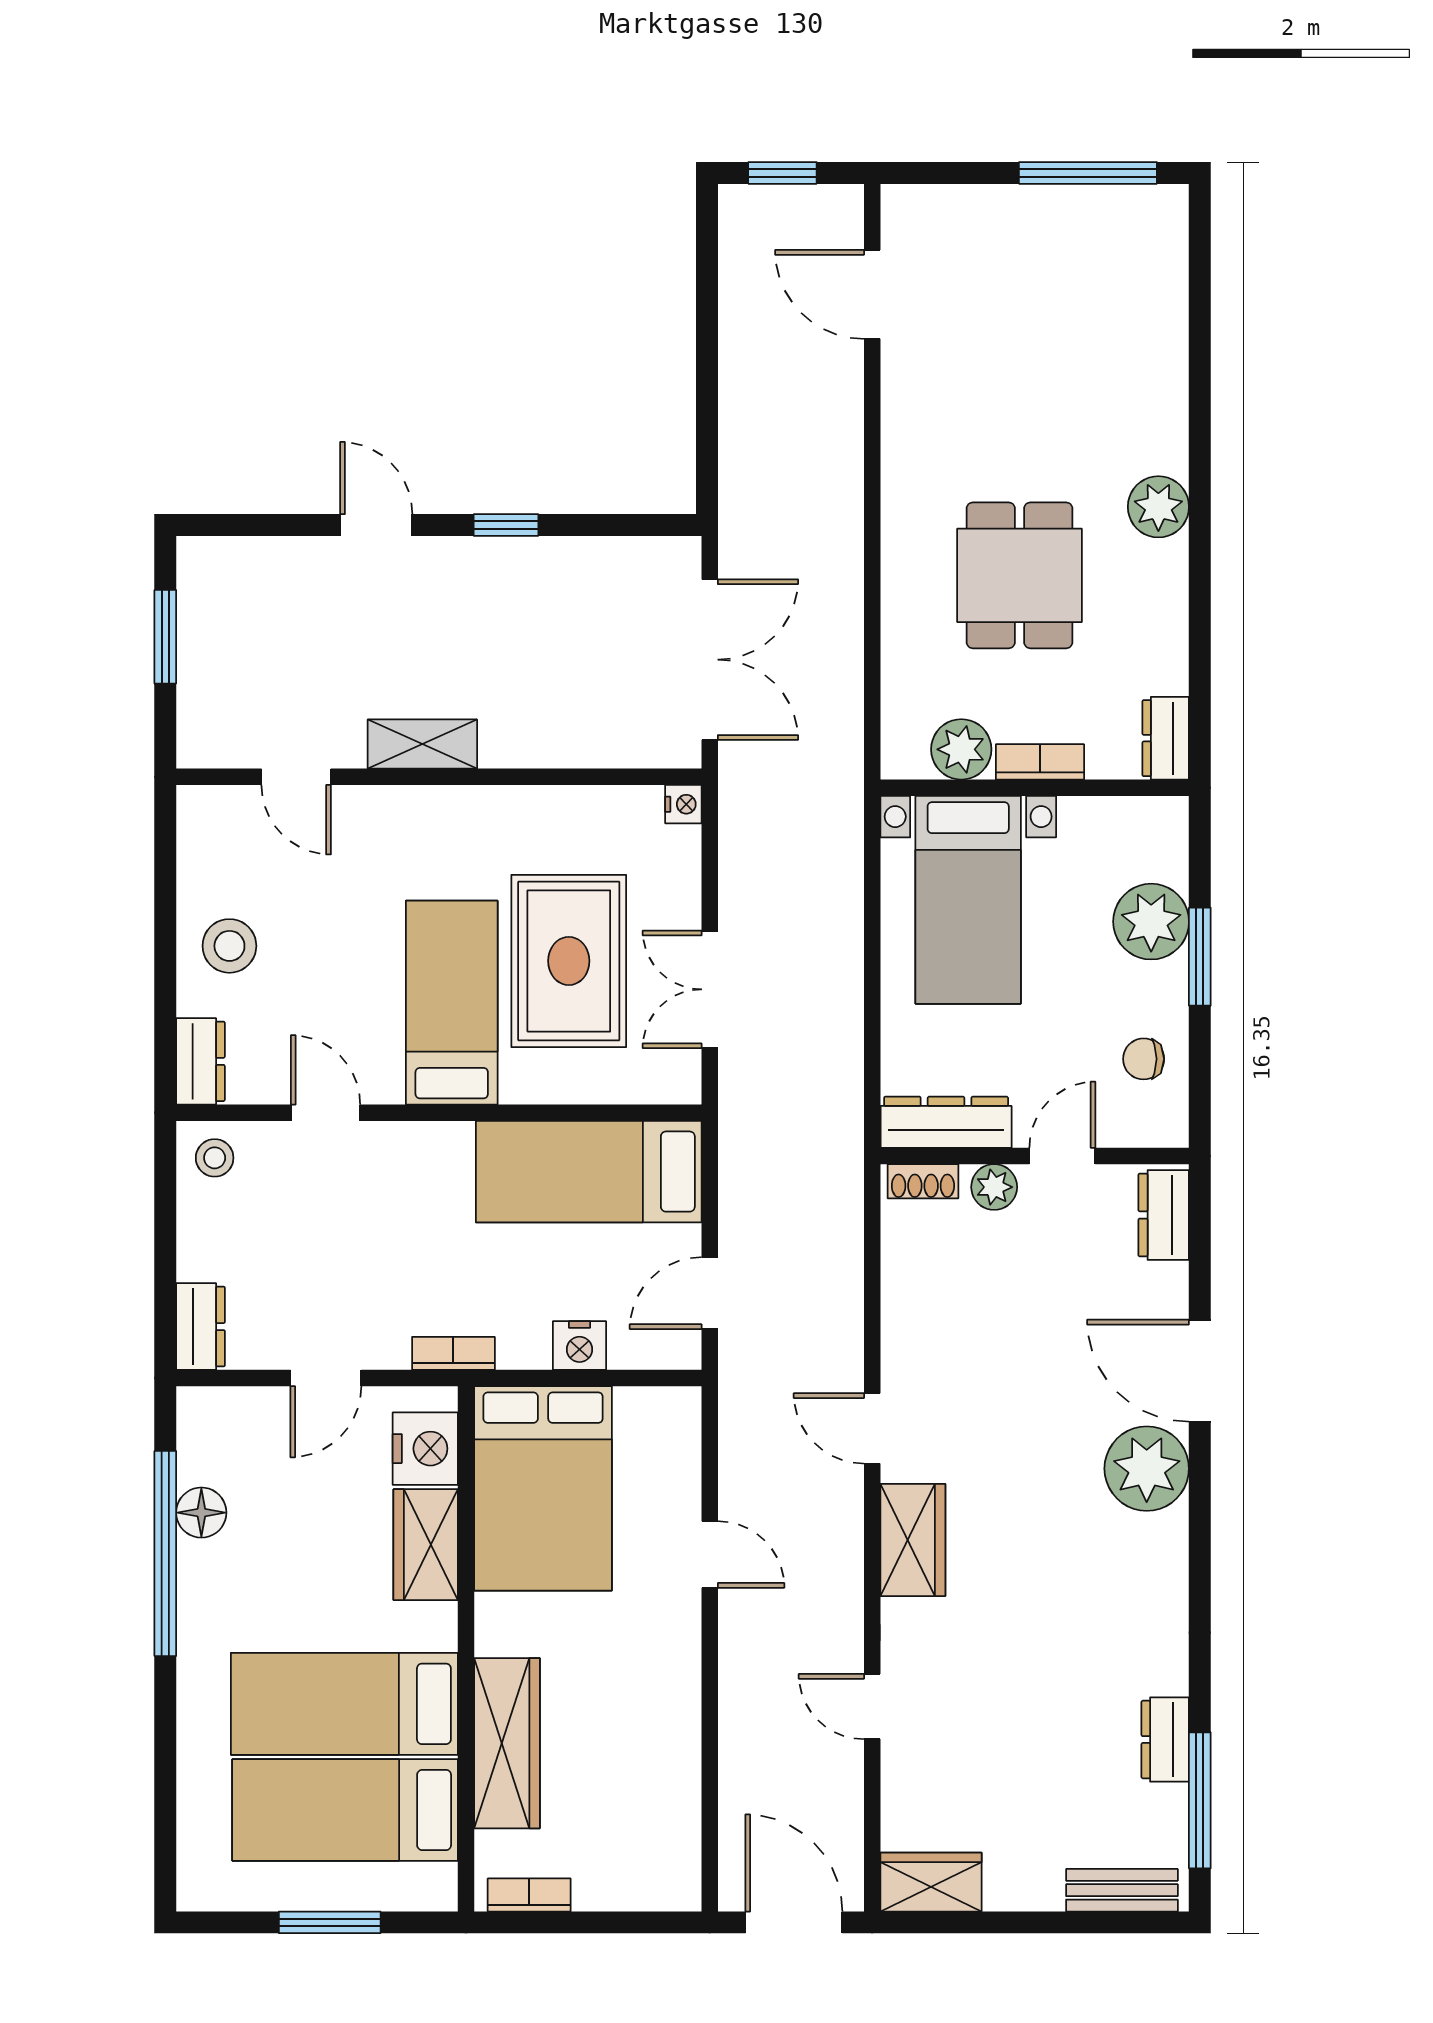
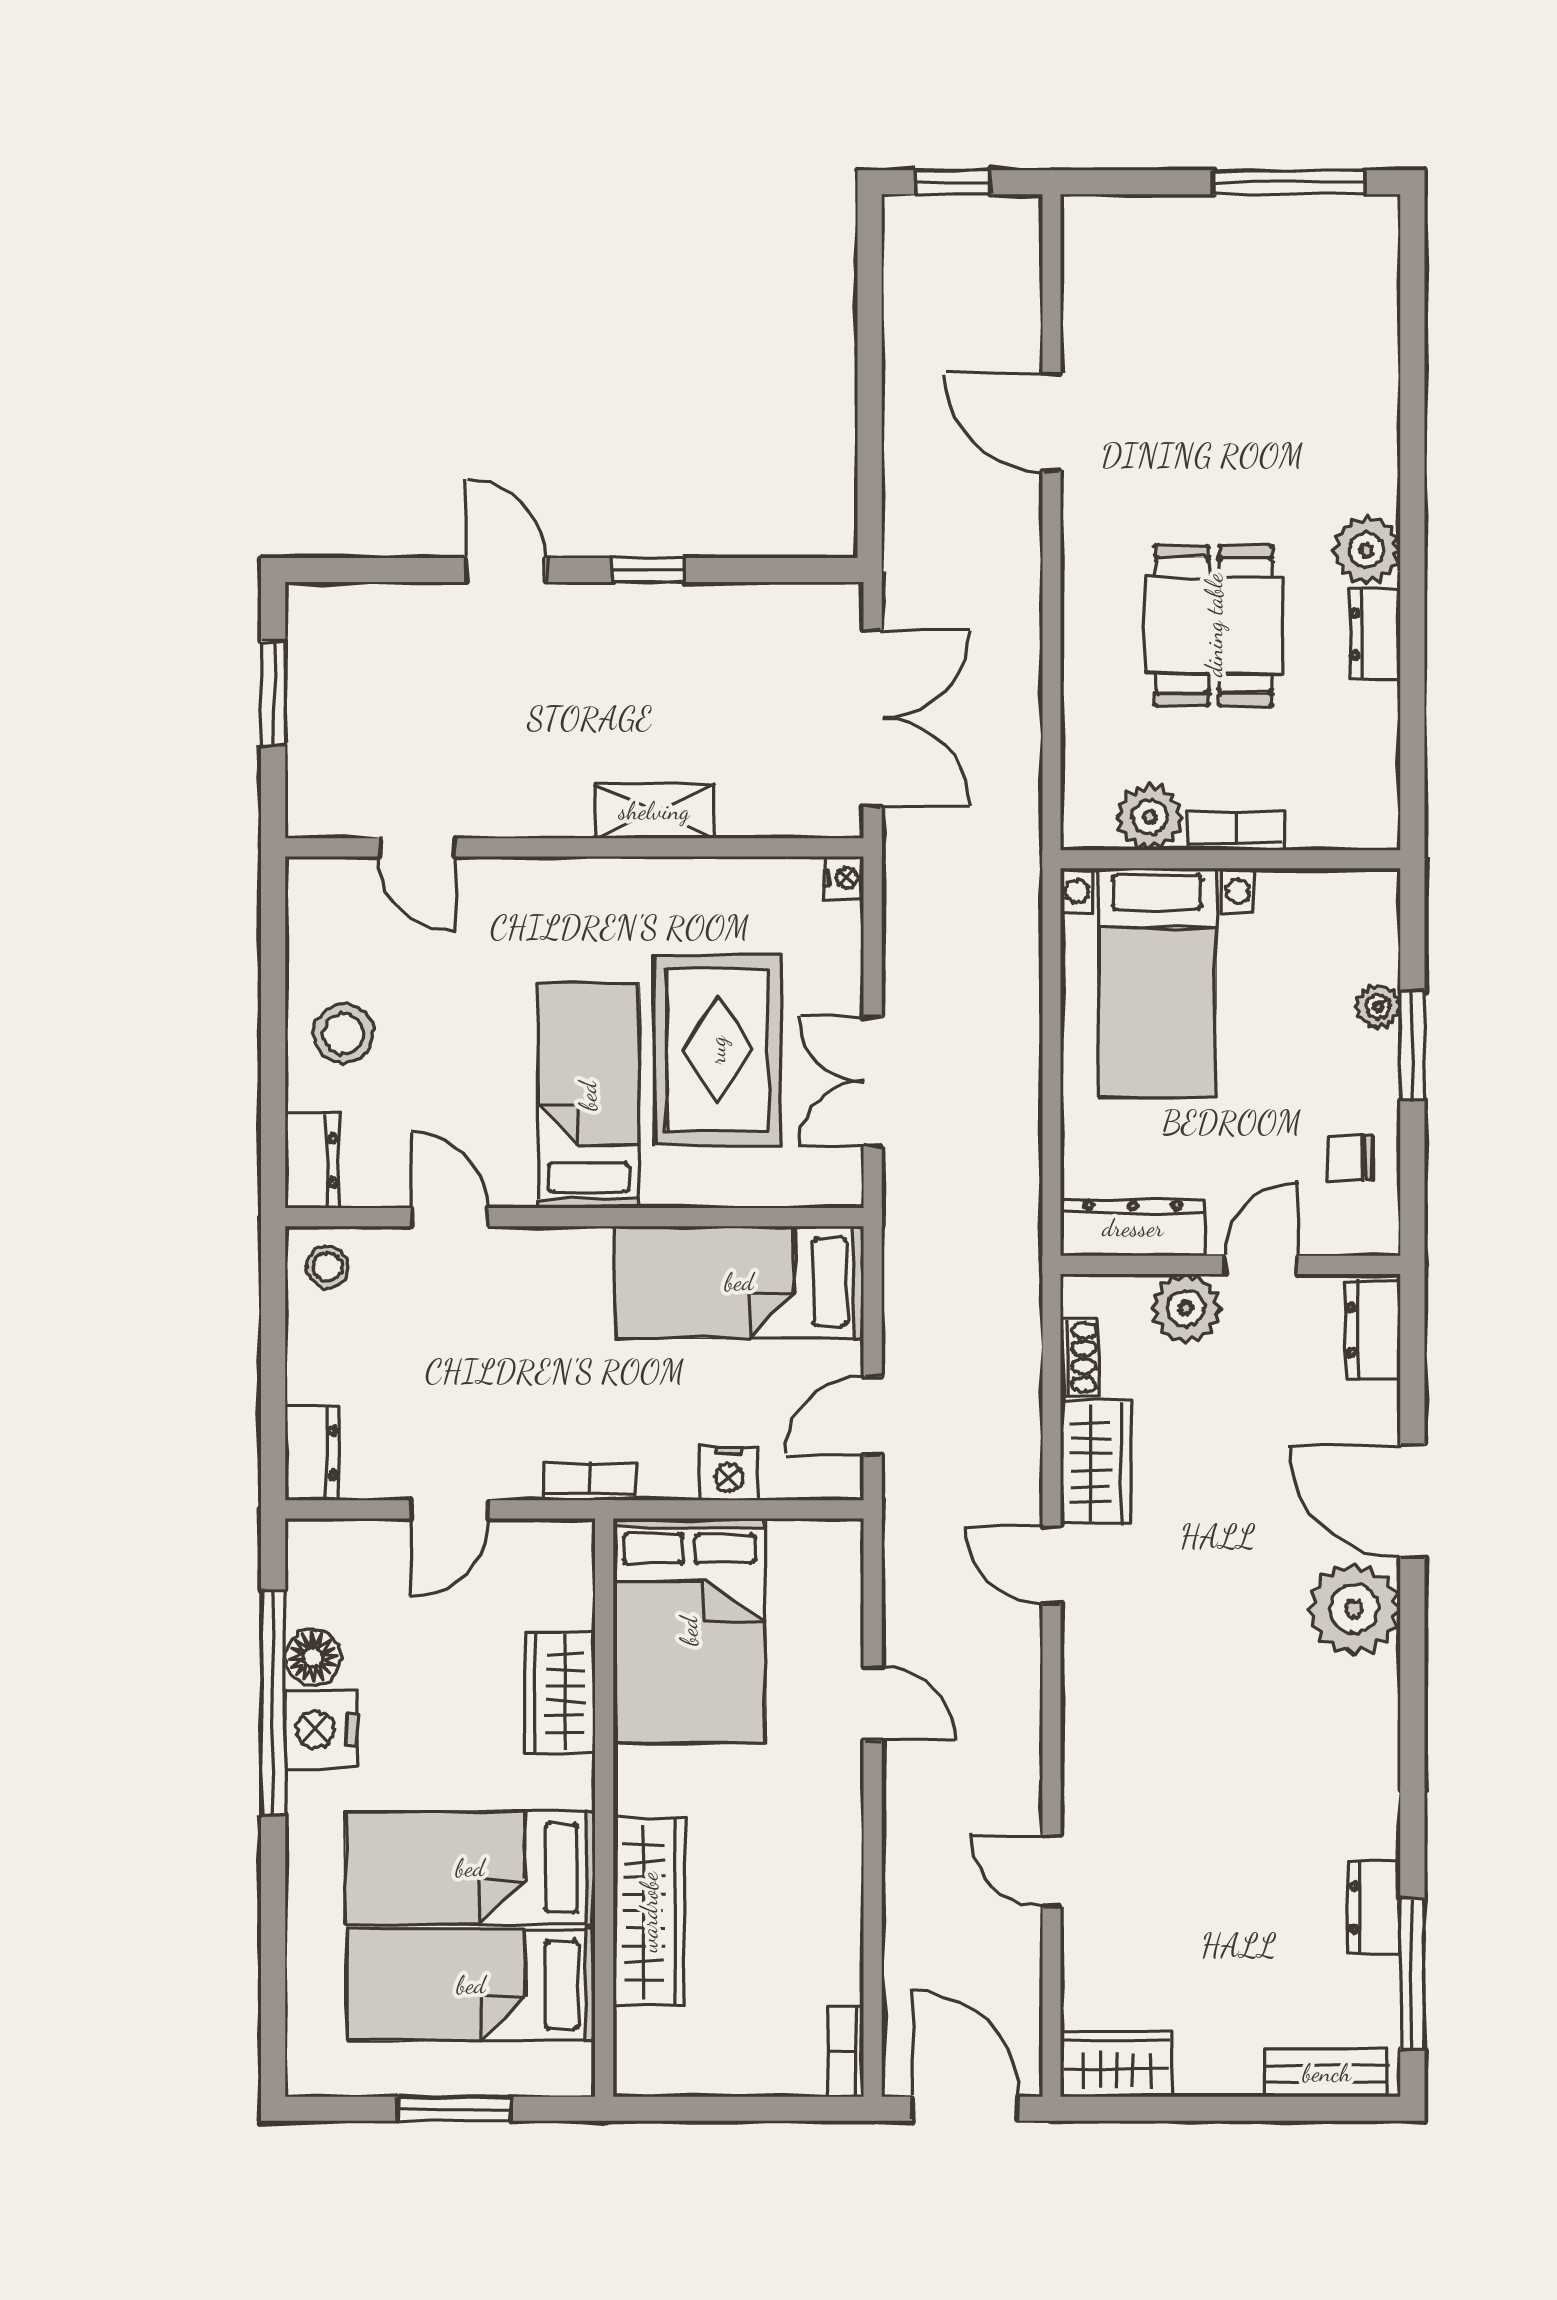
door: (872, 294) -> (1051, 423), moved
dresser: (1166, 738) -> (1375, 634), moved
shelving: (422, 744) -> (654, 811), moved
plant: (1151, 922) -> (1378, 1007), width x0.53, depth x0.53
shoe rack: (923, 1181) -> (1079, 1357), moved, turned -90
plant: (994, 1187) -> (1186, 1308), width x1.38, depth x1.38
nightstand: (425, 1449) -> (321, 1730), moved, turned 180
wardrobe: (913, 1540) -> (1096, 1463), moved
bookcase: (529, 1895) -> (845, 2051), moved, turned -90

